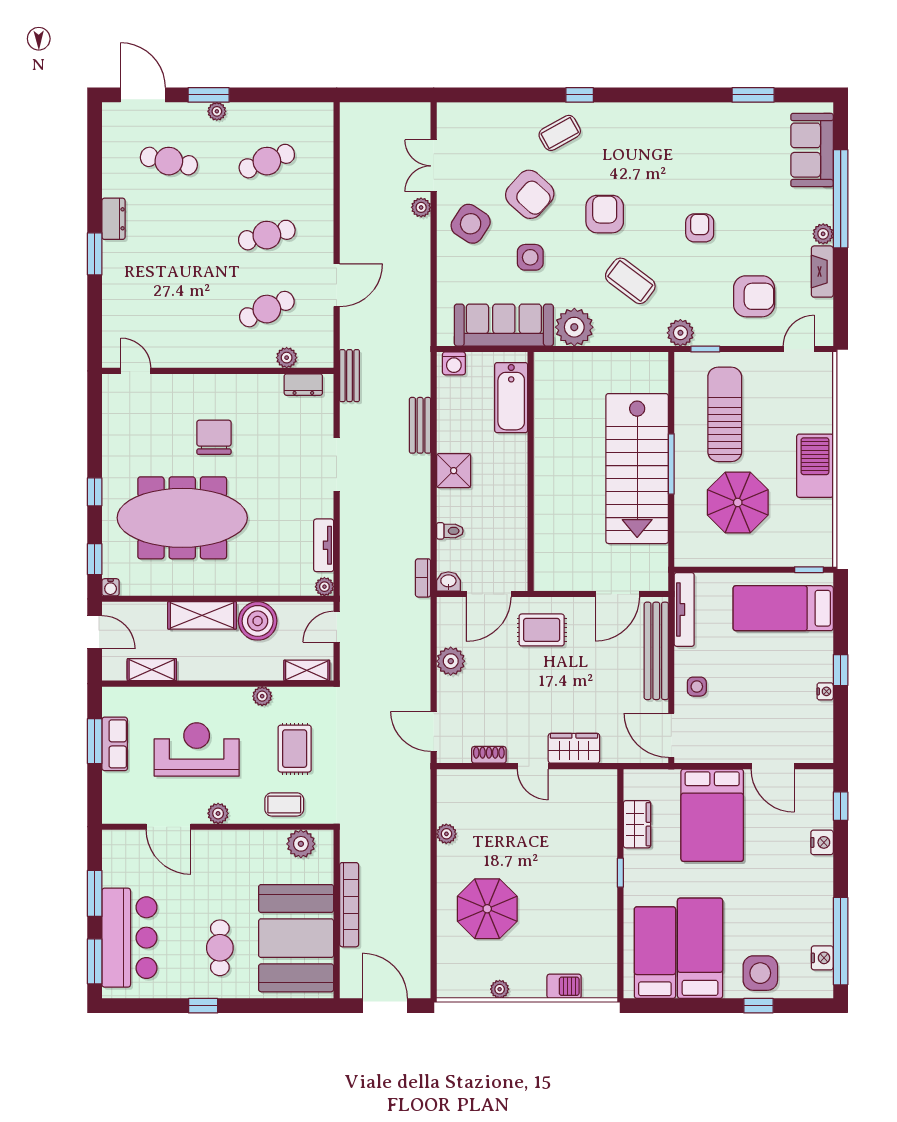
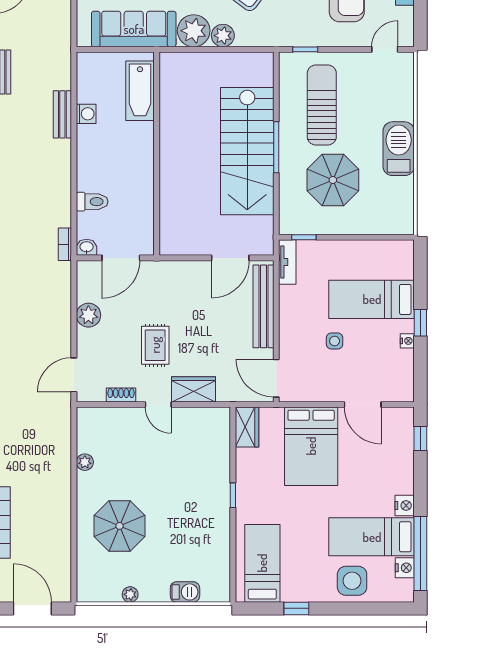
plant: (680, 333) -> (223, 36), moved
washing machine: (454, 363) -> (86, 114), moved, turned -90
shower: (454, 471) -> (91, 153), removed
toilet: (450, 531) -> (92, 202), width x1.37, depth x1.39
window: (809, 570) -> (304, 237), moved
bed: (783, 608) -> (372, 299), moved
tv unit: (684, 609) -> (287, 262), width x0.71
rug: (542, 630) -> (155, 345), moved, turned 90
side table: (697, 687) -> (335, 341), moved
door: (434, 731) -> (74, 375), hinge flipped
wardrobe: (637, 824) -> (247, 427), moved
nightstand: (822, 842) -> (405, 505), moved
bed: (700, 948) -> (372, 537), moved, turned -90
window: (758, 1006) -> (296, 608), moved

